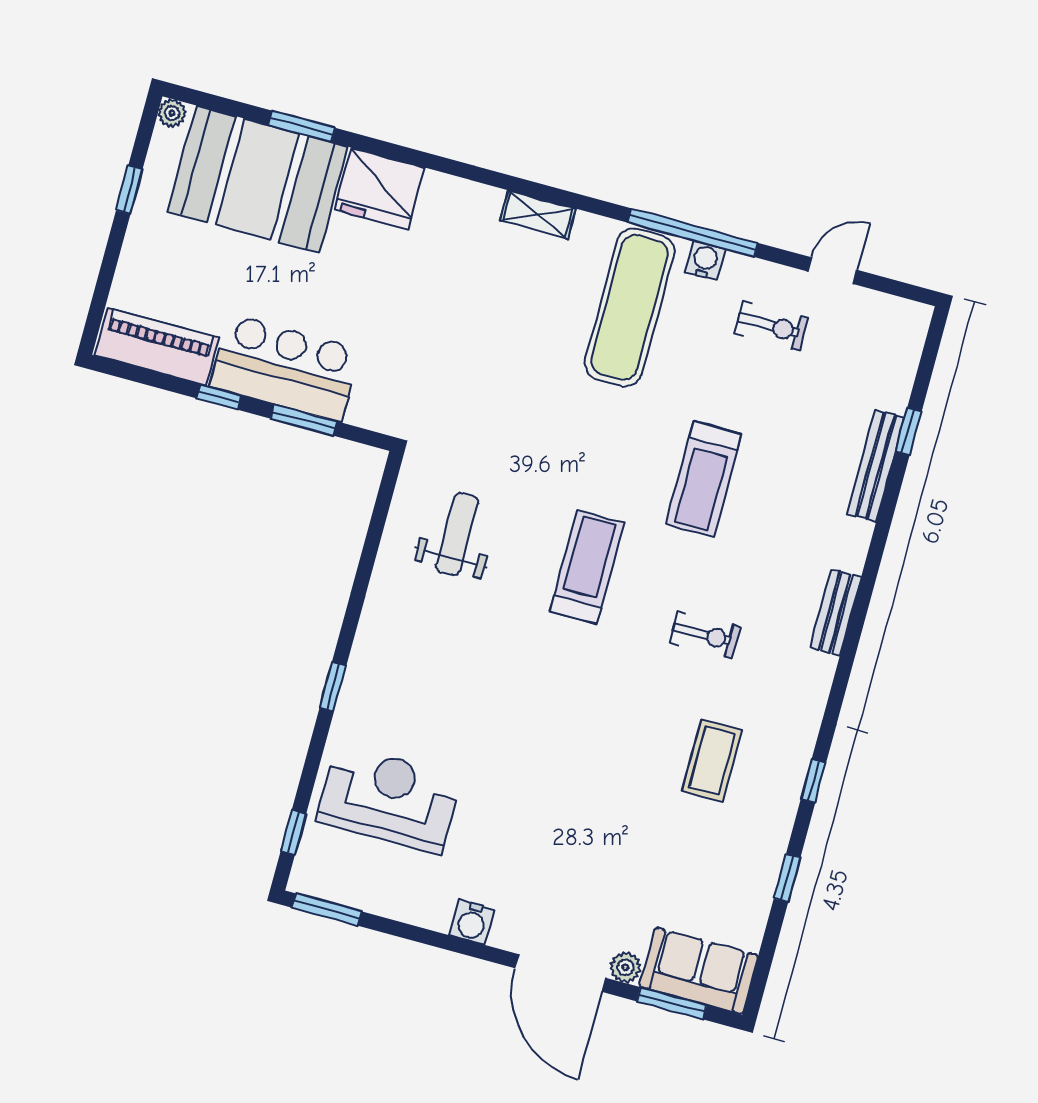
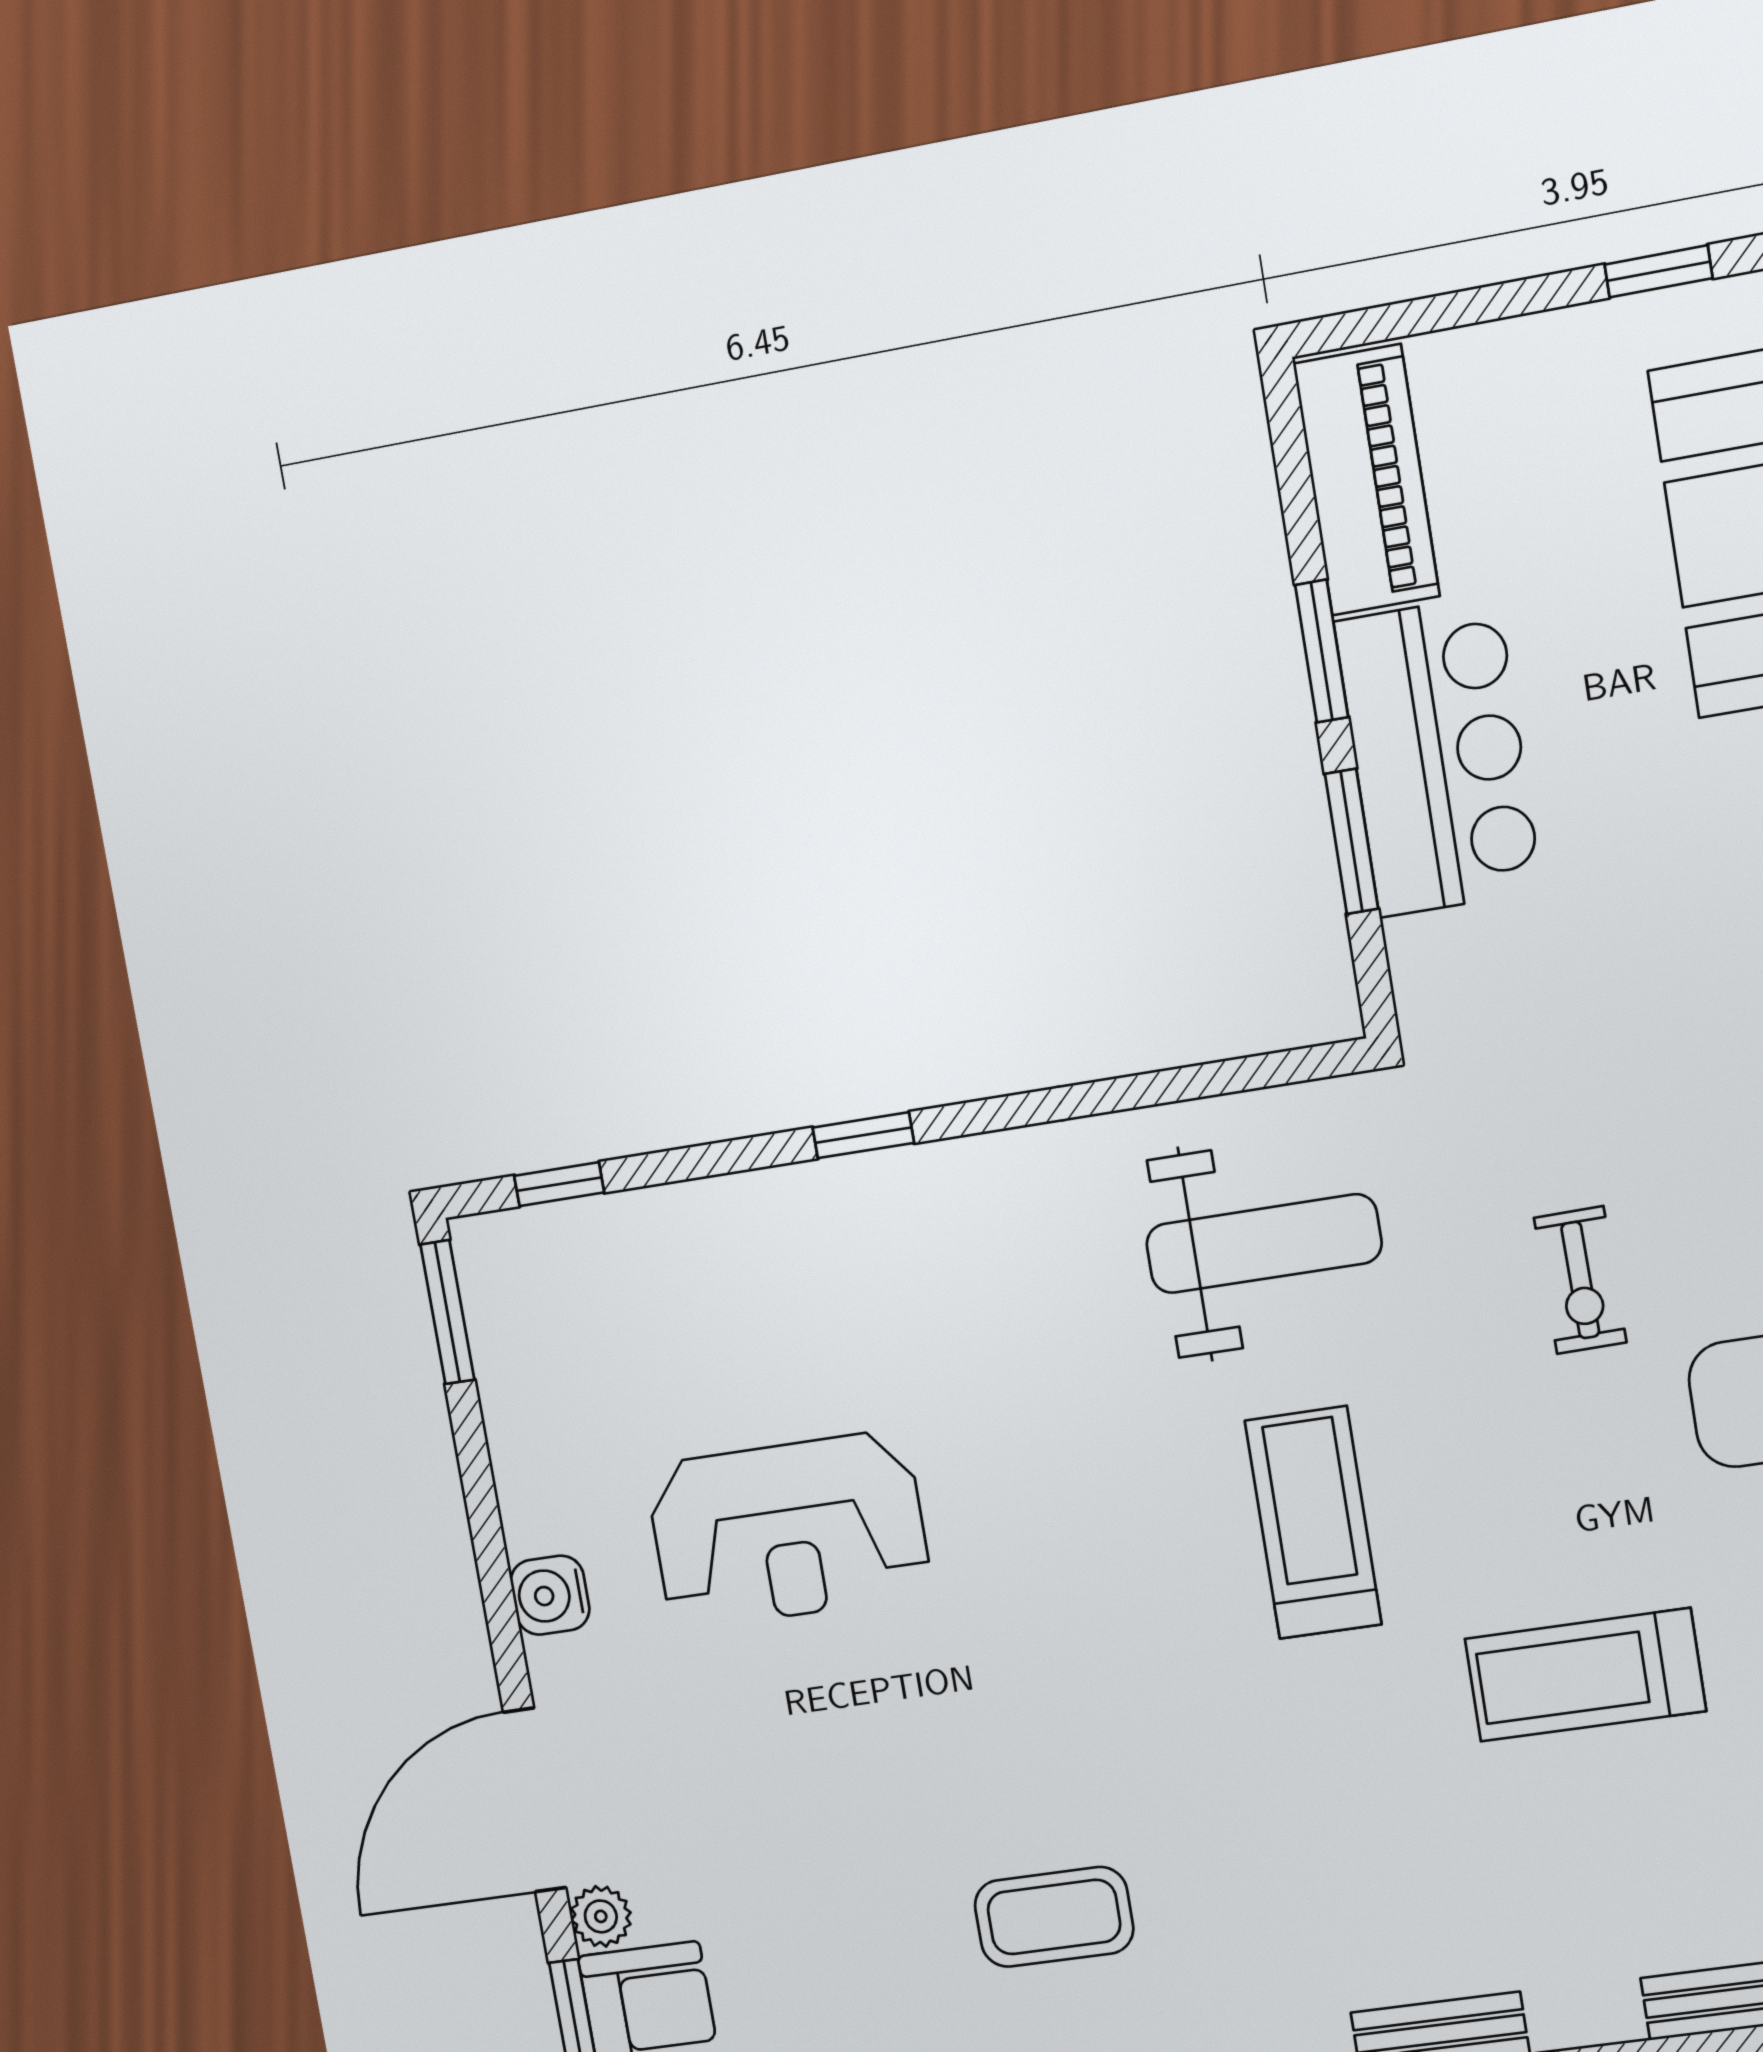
window: (219, 397) -> (1322, 651), width x1.50
weight bench: (457, 534) -> (1264, 1244), width x1.36, depth x1.33
treadmill: (587, 567) -> (1313, 1523), turned -90
exercise bike: (705, 635) -> (1580, 1280), moved
reception desk: (389, 799) -> (788, 1530), moved, turned 90

